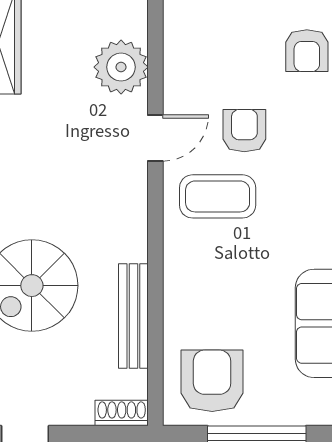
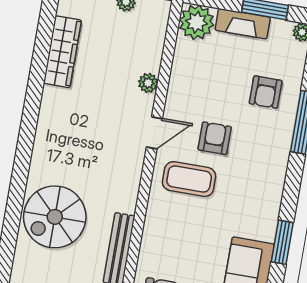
plant: (121, 67) -> (148, 83), width x0.53, depth x0.53

